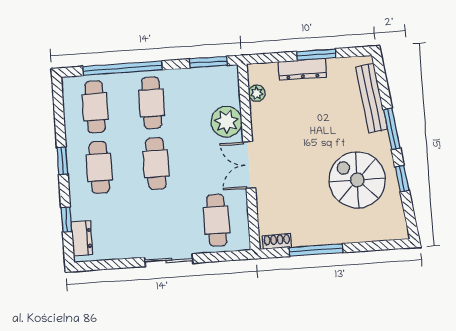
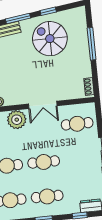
spiral stairs: (357, 180) -> (50, 39), turned 90
window: (316, 250) -> (92, 44), moved

